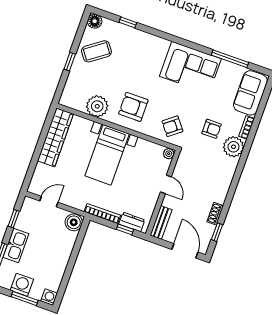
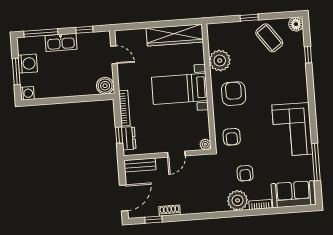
armchair: (172, 126) -> (232, 137), turned -142

